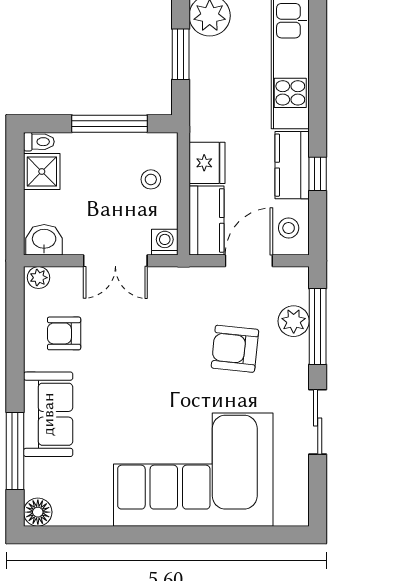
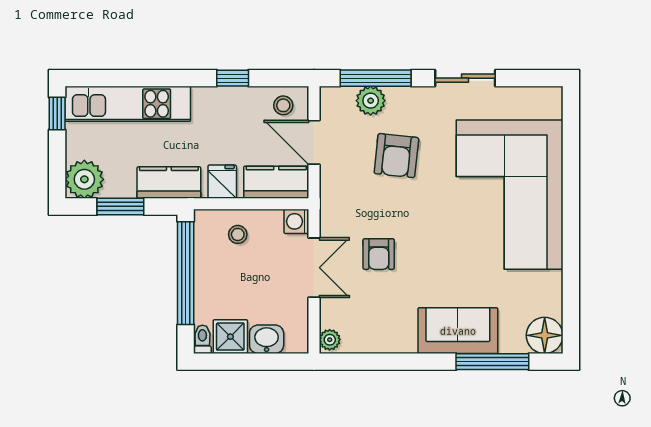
window: (110, 124) -> (186, 273), width x1.46
fridge: (207, 163) -> (222, 182), width x0.72
kitchen counter: (292, 165) -> (169, 183), moved, turned 180
washbasin: (44, 240) -> (267, 339), moved, turned 90
armchair: (64, 333) -> (379, 254), moved
floor lamp: (38, 512) -> (545, 335), width x1.38, depth x1.38

